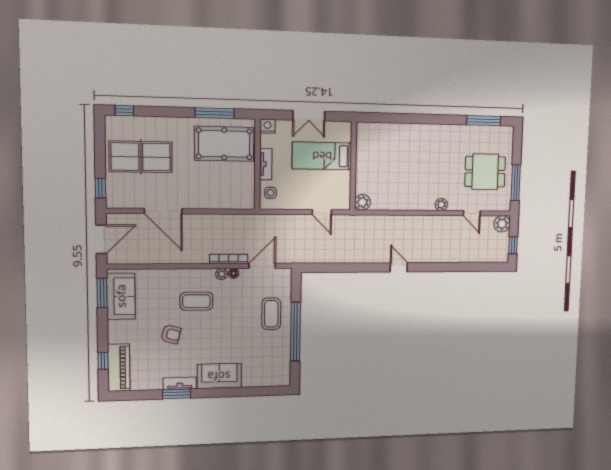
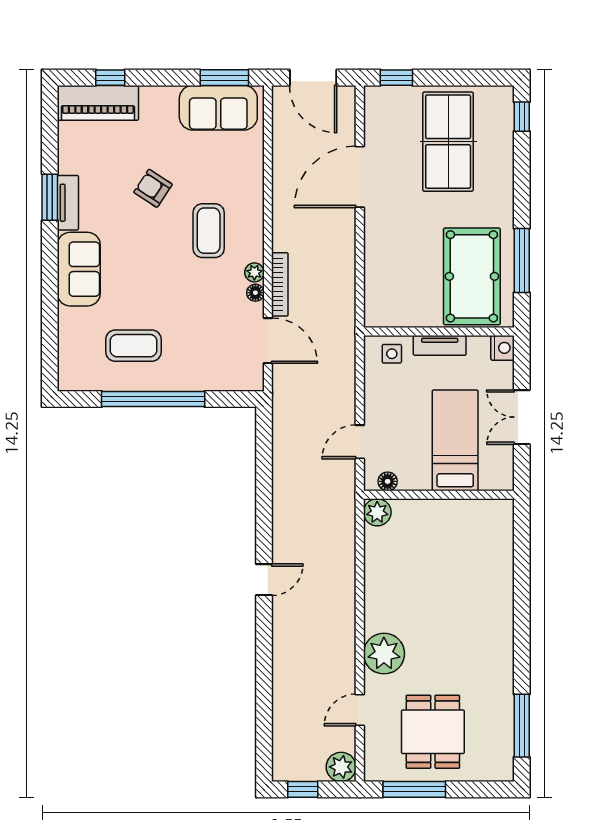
floor lamp: (345, 196) -> (388, 481), added
plant: (441, 205) -> (384, 654), width x1.87, depth x1.87
coffee table: (271, 314) -> (133, 346), moved
armchair: (171, 334) -> (153, 188), turned 107

